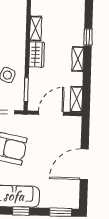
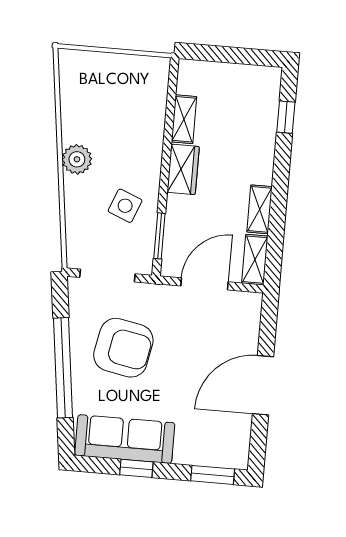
window: (88, 37) -> (286, 117), moved
shelving: (78, 59) -> (260, 209), moved

